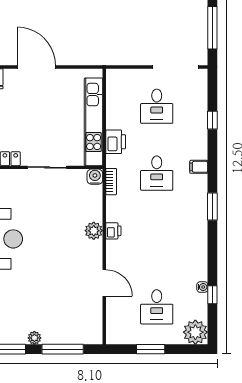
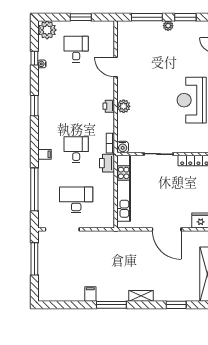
desk: (157, 106) -> (76, 200), width x1.37
window: (212, 120) -> (34, 189), width x3.17
printer: (116, 142) -> (107, 163), moved
window: (212, 206) -> (34, 106), moved

